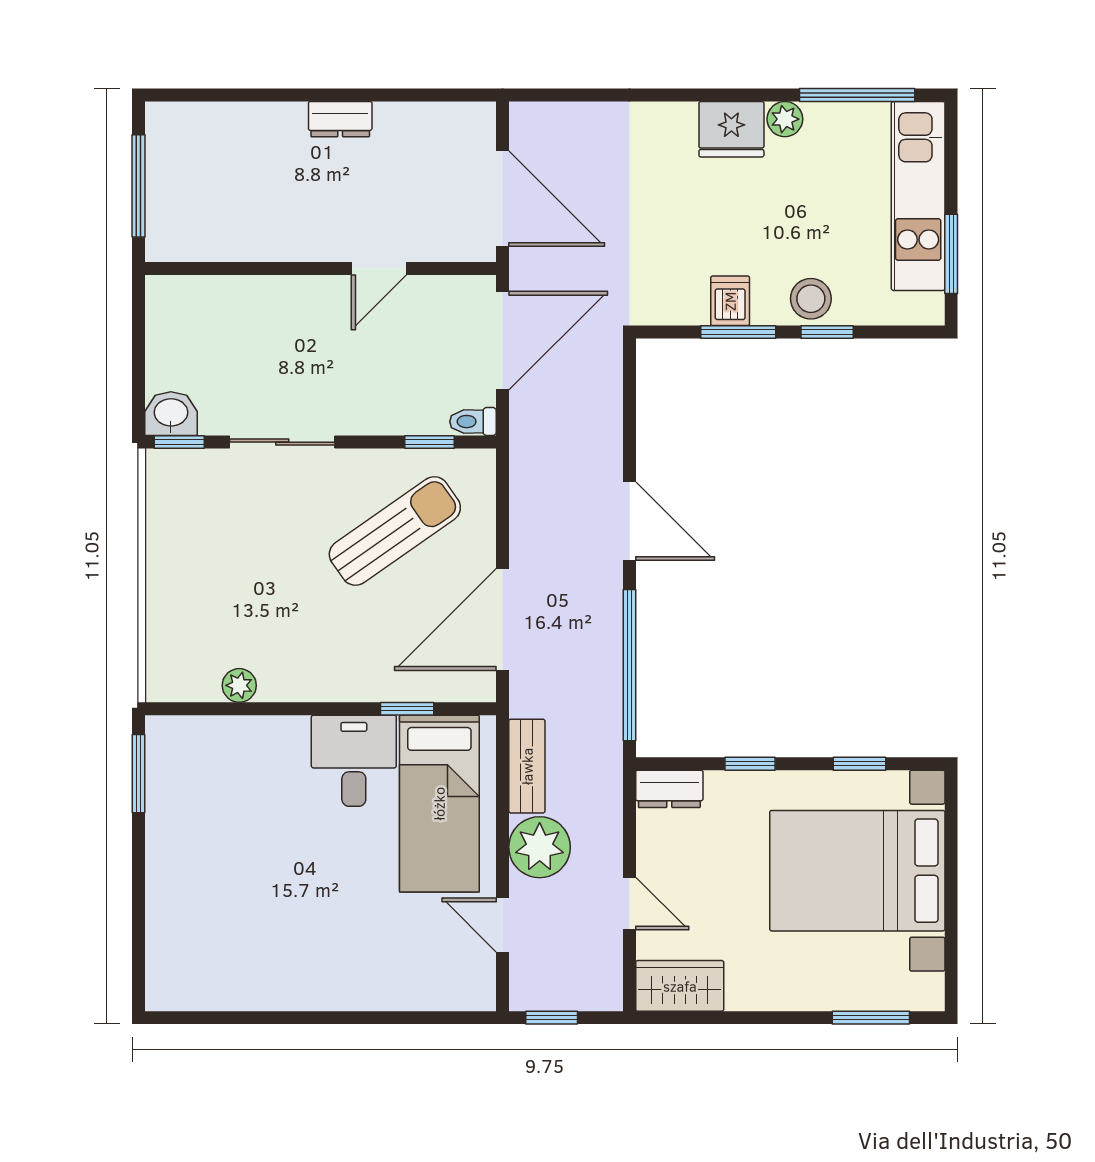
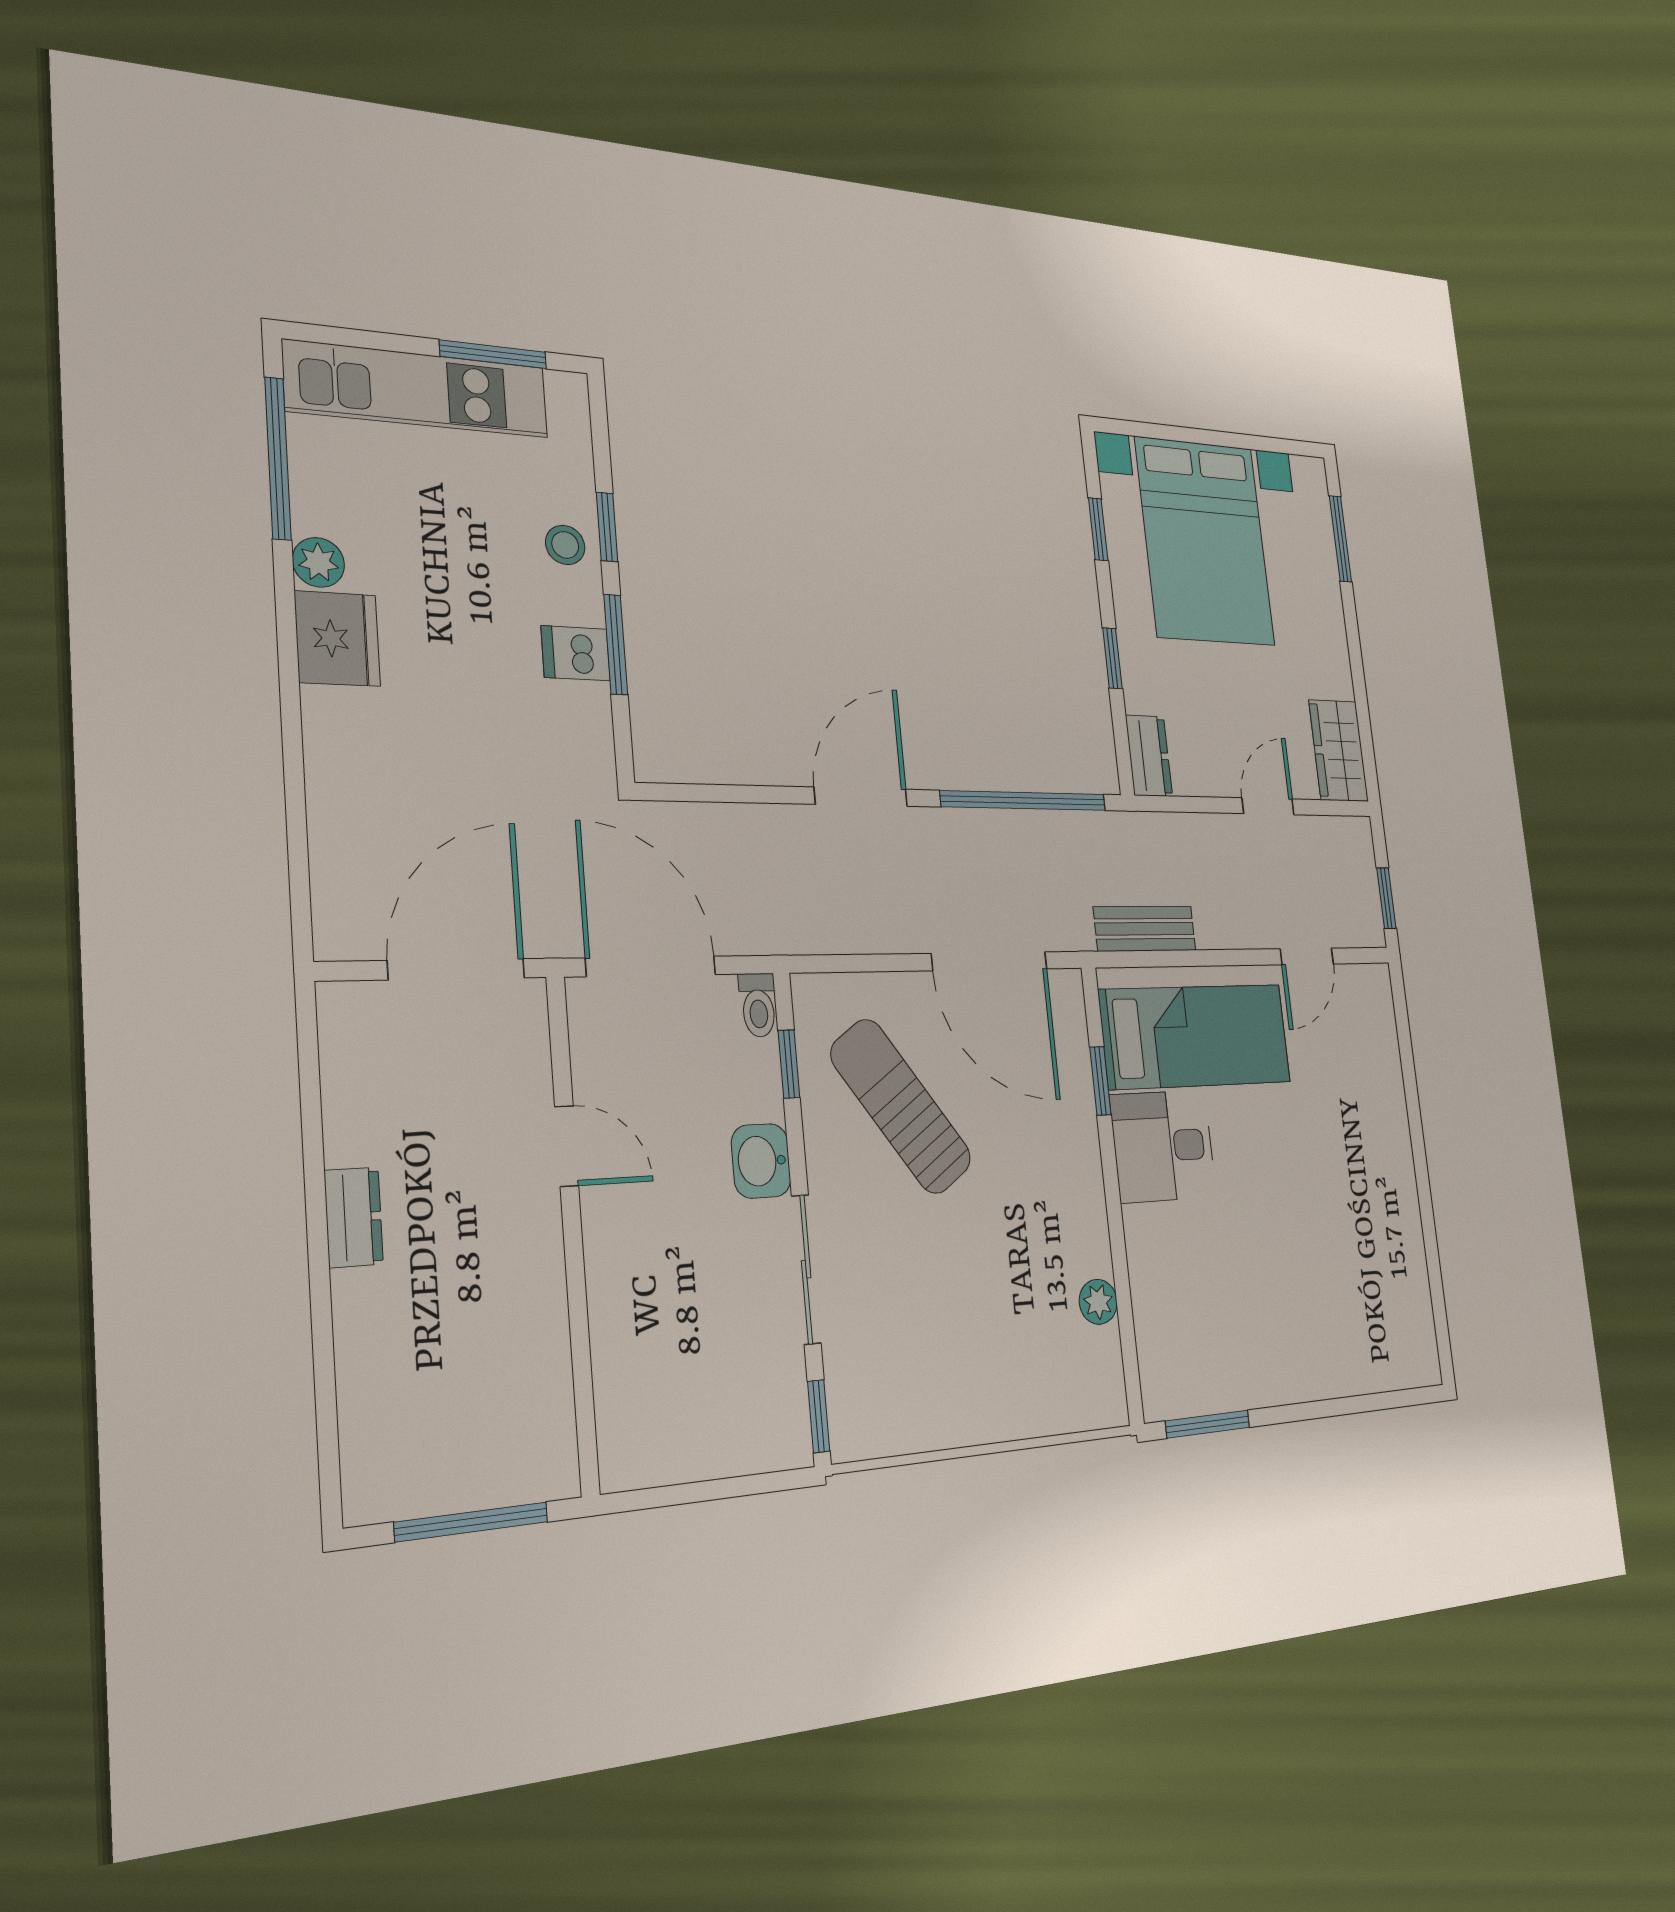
stool: (811, 299) -> (565, 545), width x0.73, depth x0.73
washbasin: (171, 414) -> (761, 1161), moved
plant: (540, 847) -> (1225, 913), removed

